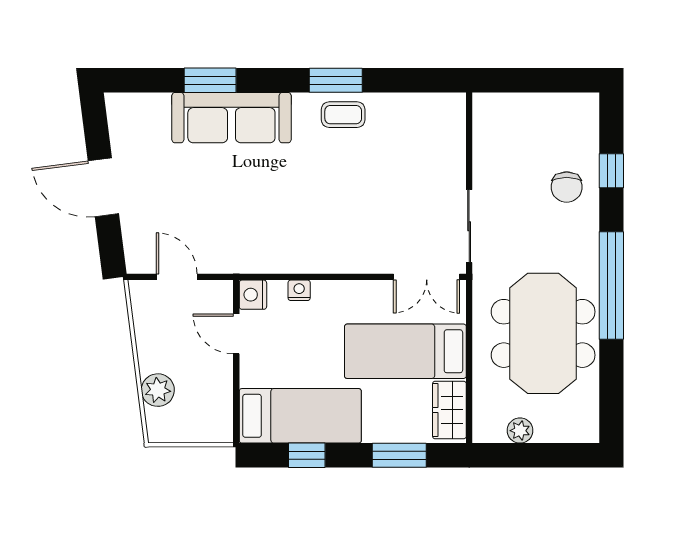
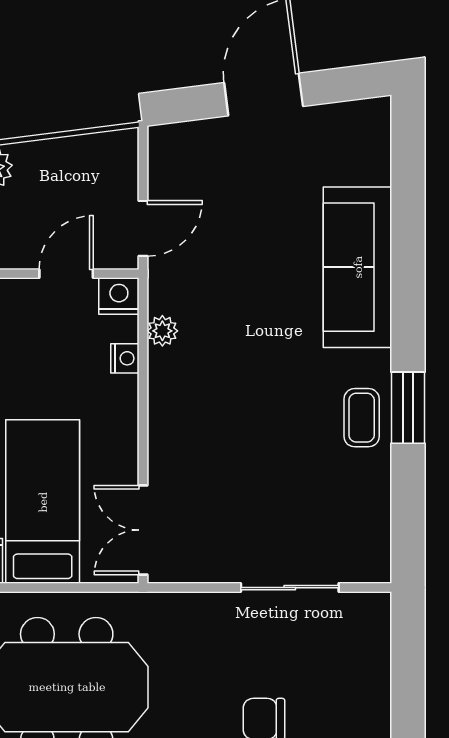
window: (210, 80) -> (408, 238), removed
sliding door: (469, 226) -> (290, 588), moved
plant: (279, 262) -> (162, 331), added
door: (177, 277) -> (143, 228), moved

